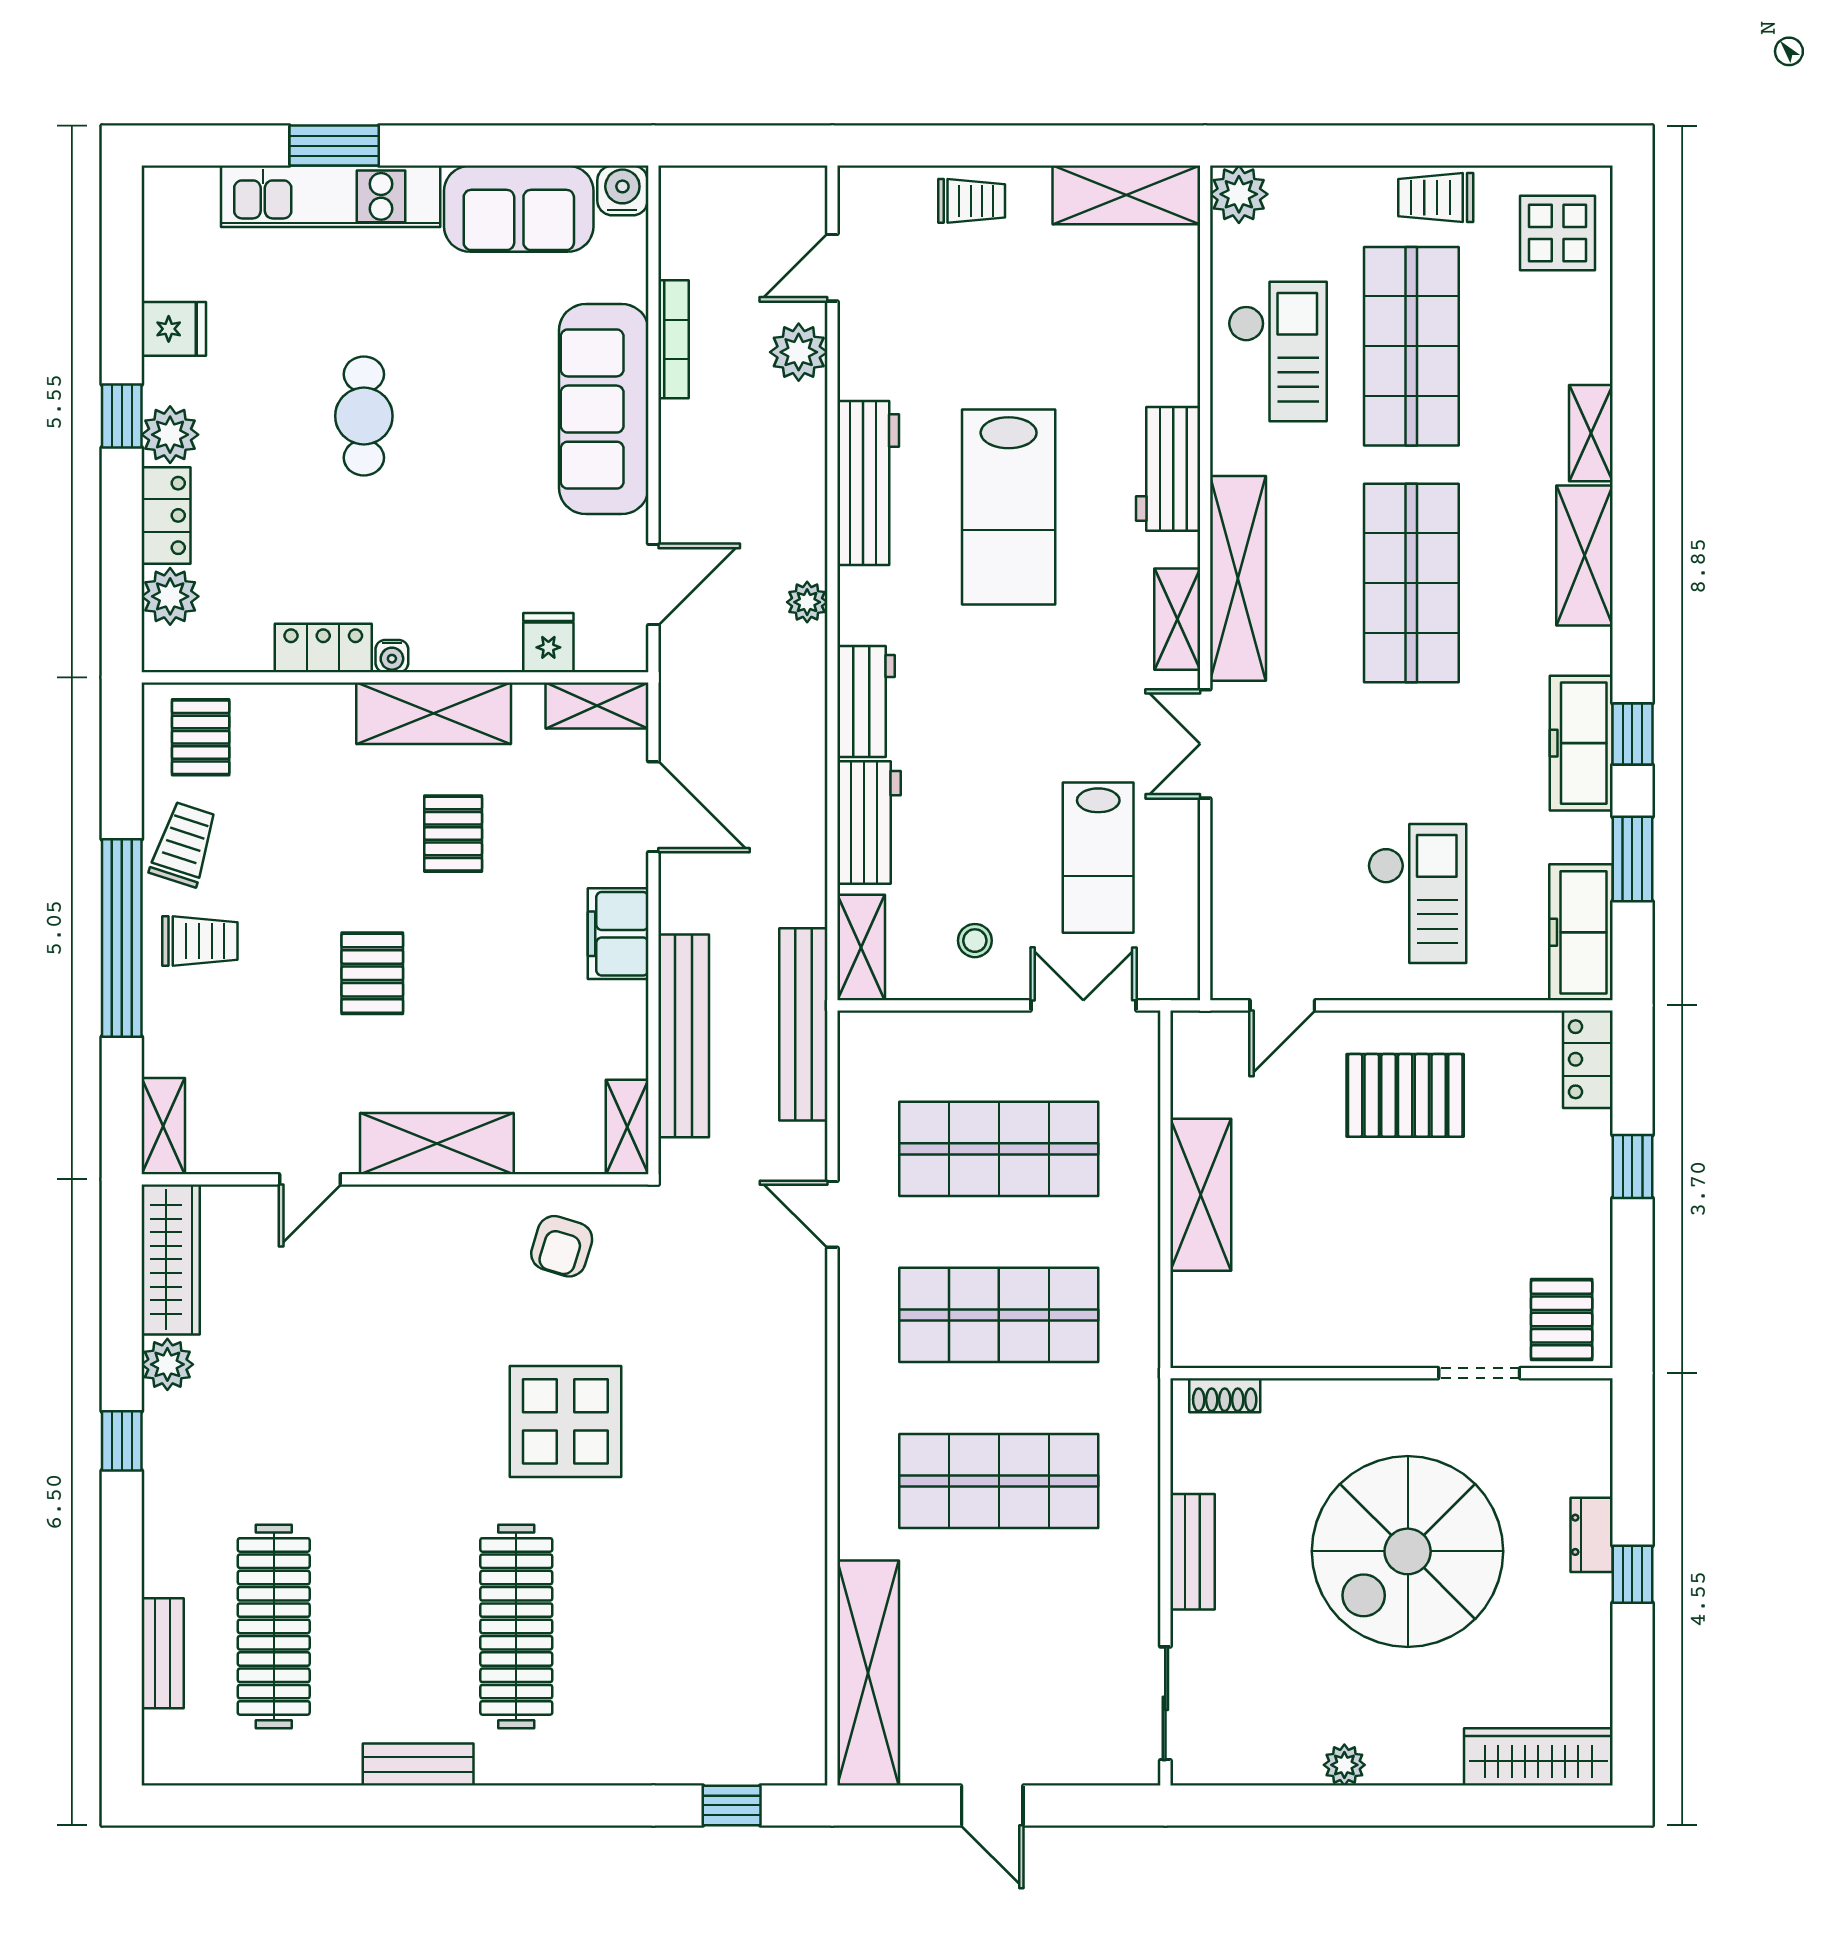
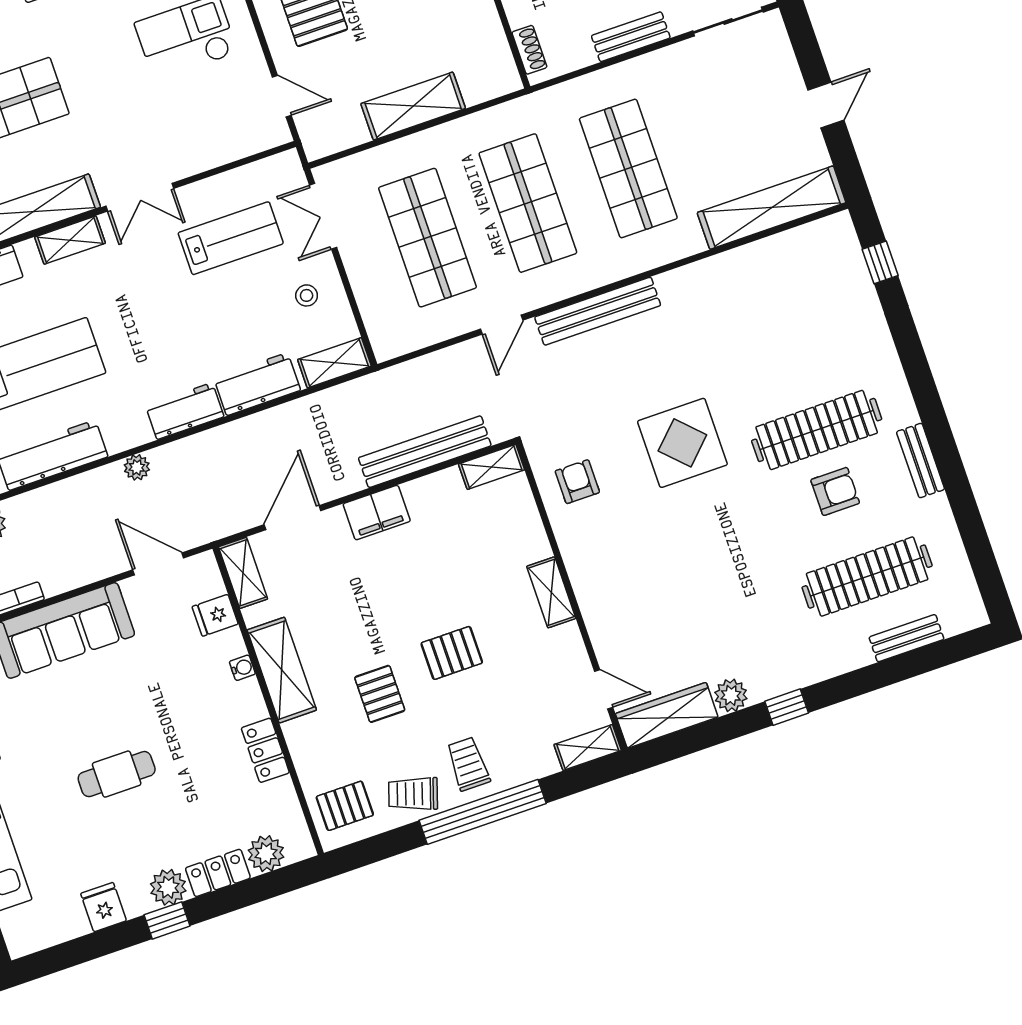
water cooler: (392, 656) -> (242, 668), moved
pallet: (453, 834) -> (380, 694), moved, turned 90
bench: (803, 1024) -> (598, 311), moved
shelving: (437, 1144) -> (551, 592), width x0.67, depth x0.75
door: (310, 1179) -> (604, 689), moved
armchair: (562, 1246) -> (577, 482), turned -107
armchair: (416, 1622) -> (835, 491), added

